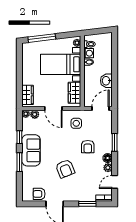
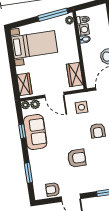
window: (42, 38) -> (53, 15), moved
bed with nightstands: (61, 64) -> (34, 45), moved, turned 180
sofa: (31, 150) -> (35, 132), moved
window: (19, 162) -> (28, 173), moved
armchair: (65, 169) -> (77, 158), turned -68

